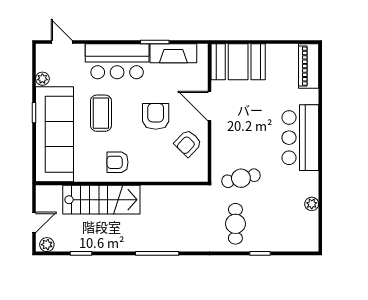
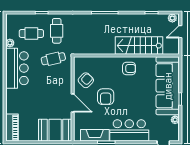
coffee table: (101, 113) -> (139, 99), removed
bar counter: (300, 138) -> (17, 68), moved
cafe table: (277, 219) -> (31, 34), added

